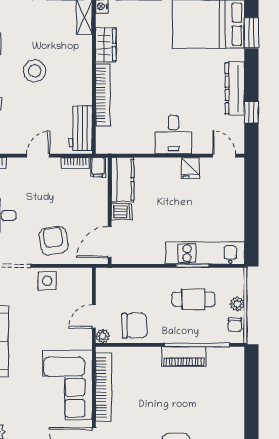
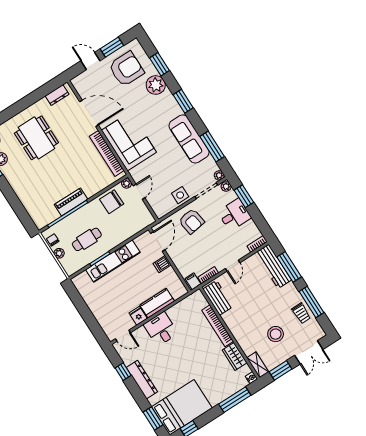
stool: (35, 71) -> (276, 334), moved
kitchen counter: (123, 180) -> (157, 303), moved, turned 90
kitchen unit: (205, 253) -> (113, 261), moved

